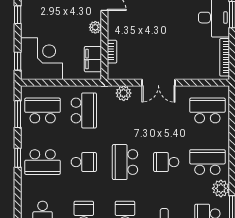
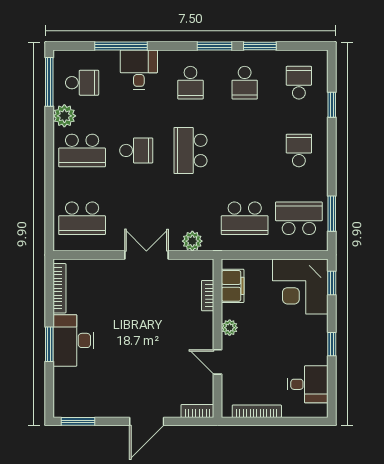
school desk: (43, 110) -> (299, 218), turned 180
school desk: (84, 110) -> (245, 218), turned -90
window: (18, 158) -> (332, 105), moved
school desk: (43, 162) -> (299, 150), width x0.54
school desk: (84, 162) -> (245, 150), removed
school desk: (125, 162) -> (190, 150), turned 180

